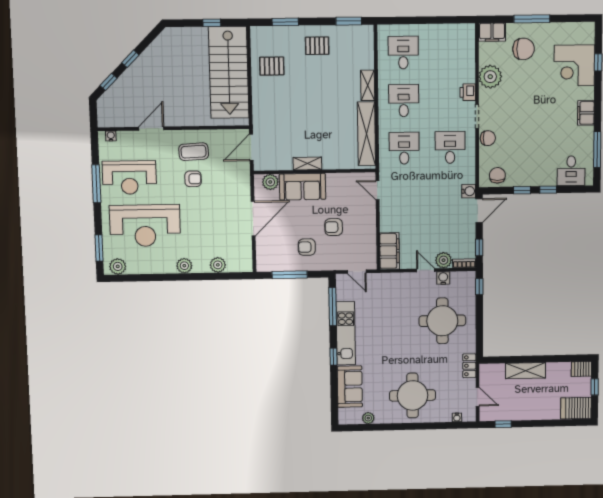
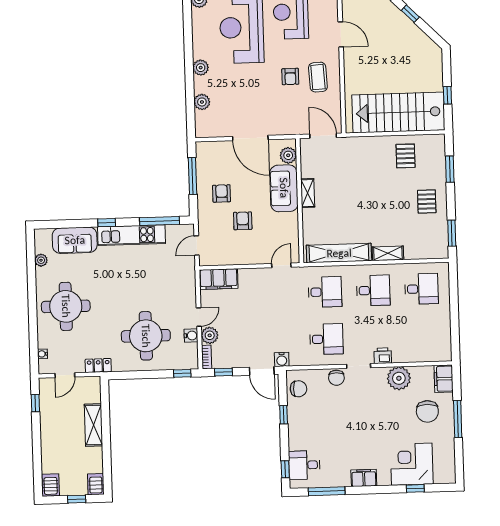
window: (548, 190) -> (285, 469), moved
server rack: (576, 408) -> (51, 485), width x0.73, depth x0.70

